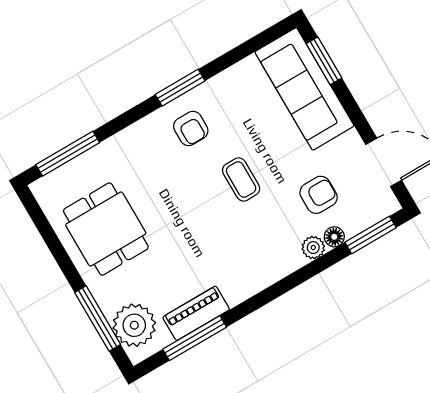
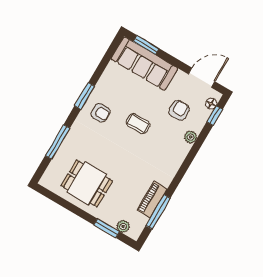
window: (68, 154) -> (58, 142), moved
window: (371, 235) -> (215, 116), width x0.67
floor lamp: (334, 237) -> (211, 104), moved
window: (98, 319) -> (107, 228), width x0.69
plant: (134, 325) -> (123, 226), width x0.53, depth x0.53

